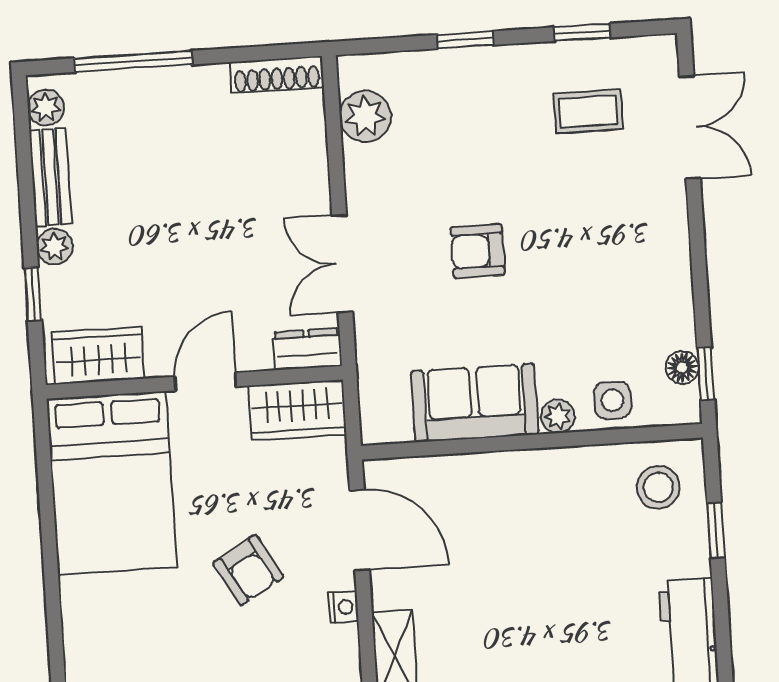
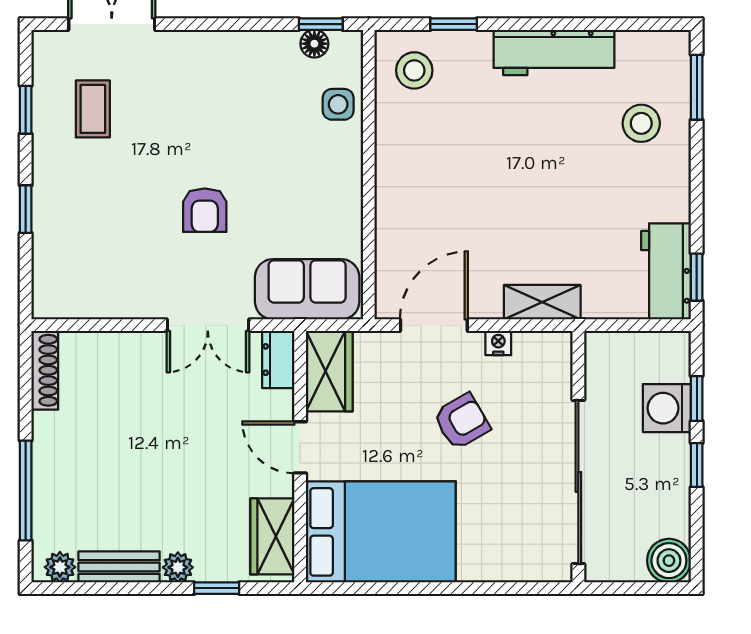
plant: (365, 116) -> (85, 298), removed
sofa: (475, 403) -> (307, 289), moved, turned 90
plant: (558, 416) -> (349, 151), removed

